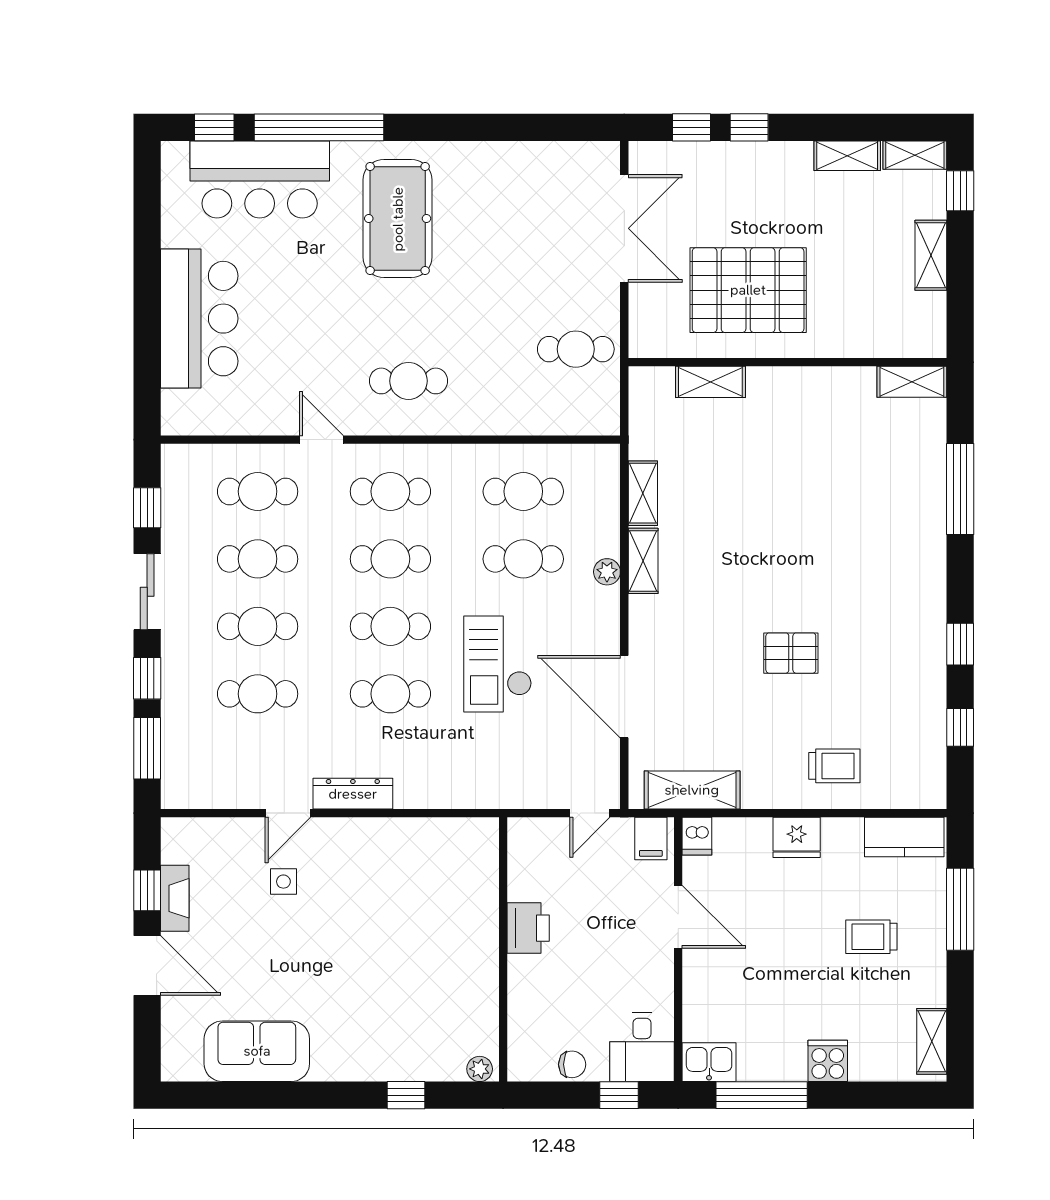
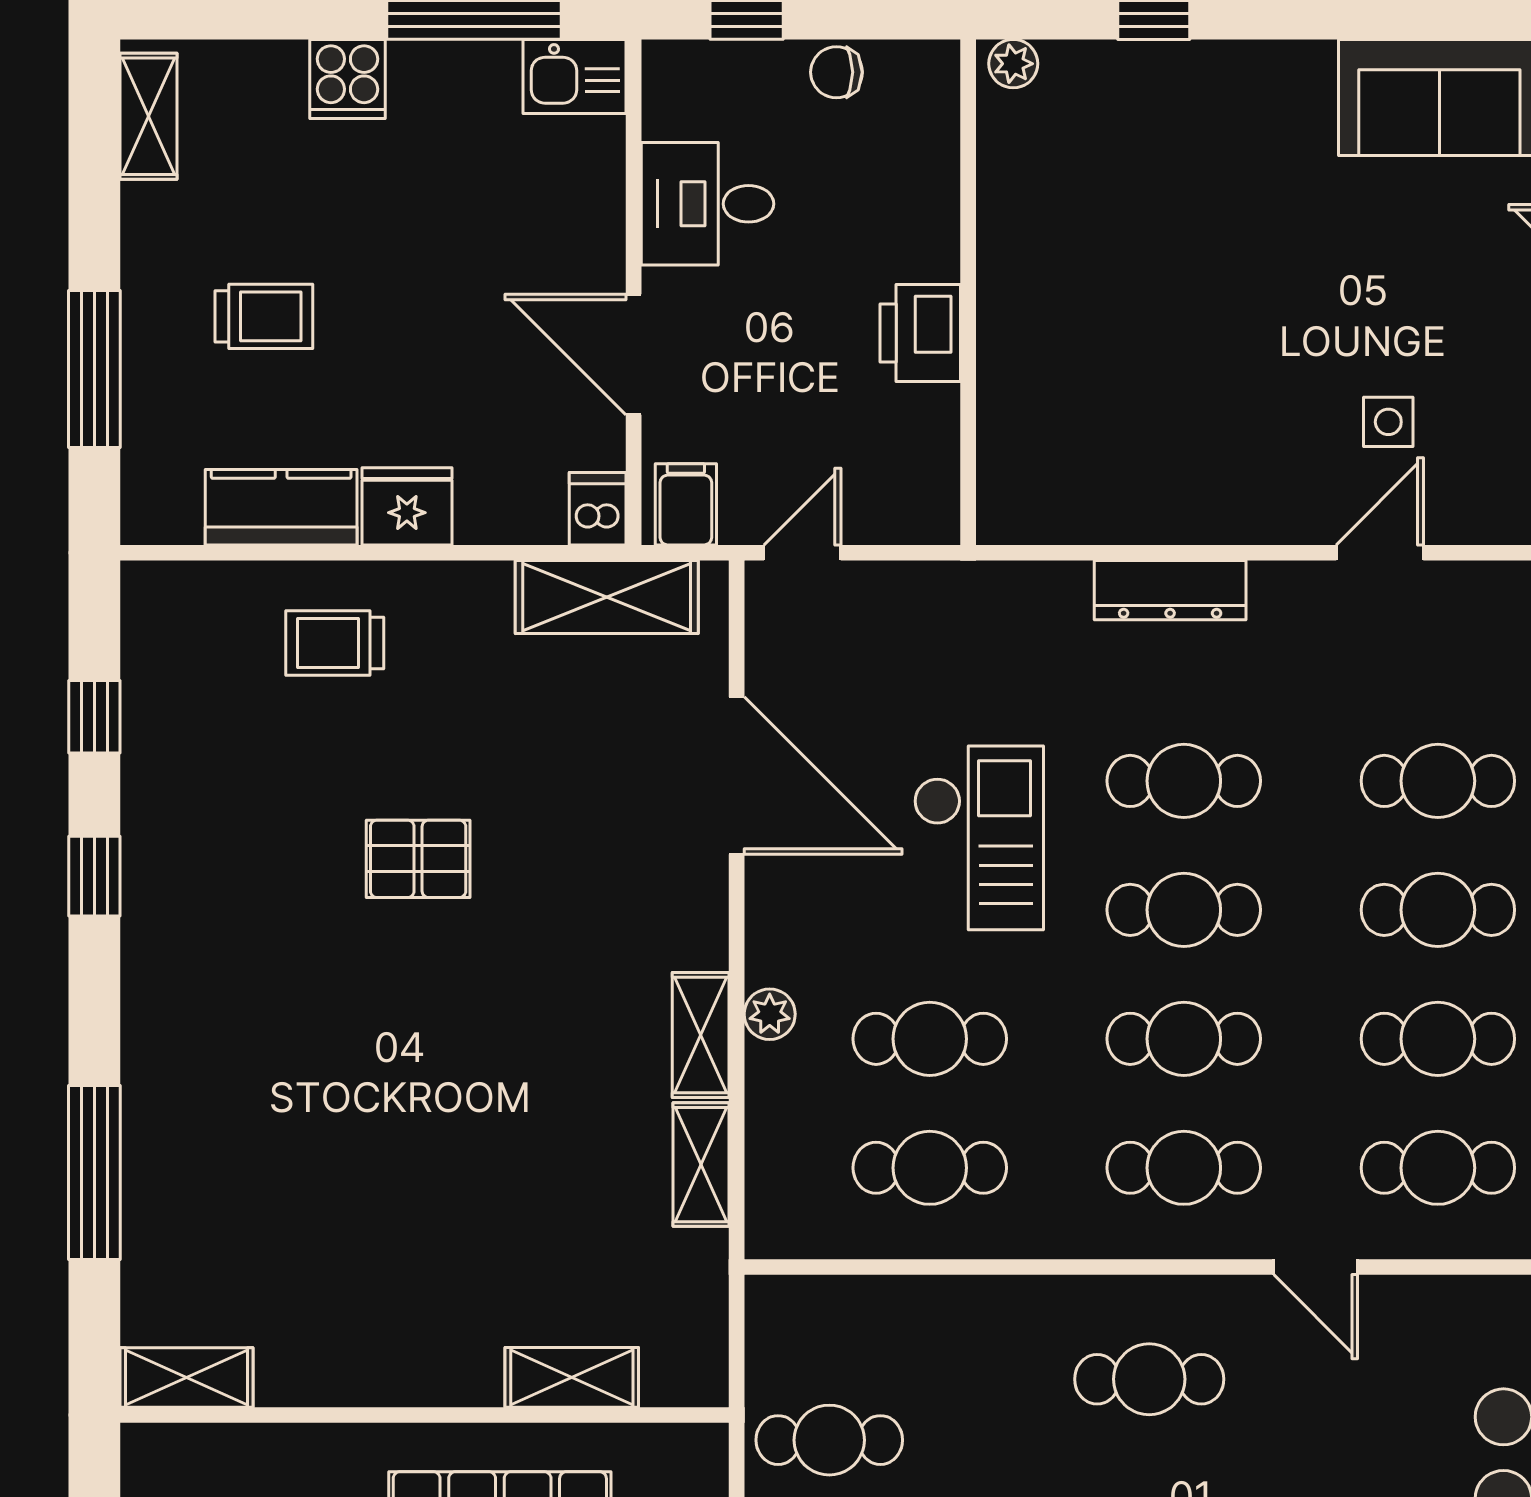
dresser: (353, 794) -> (1170, 590), moved
kitchen counter: (904, 837) -> (281, 507), moved
desk: (642, 1047) -> (707, 204), moved, turned -90

